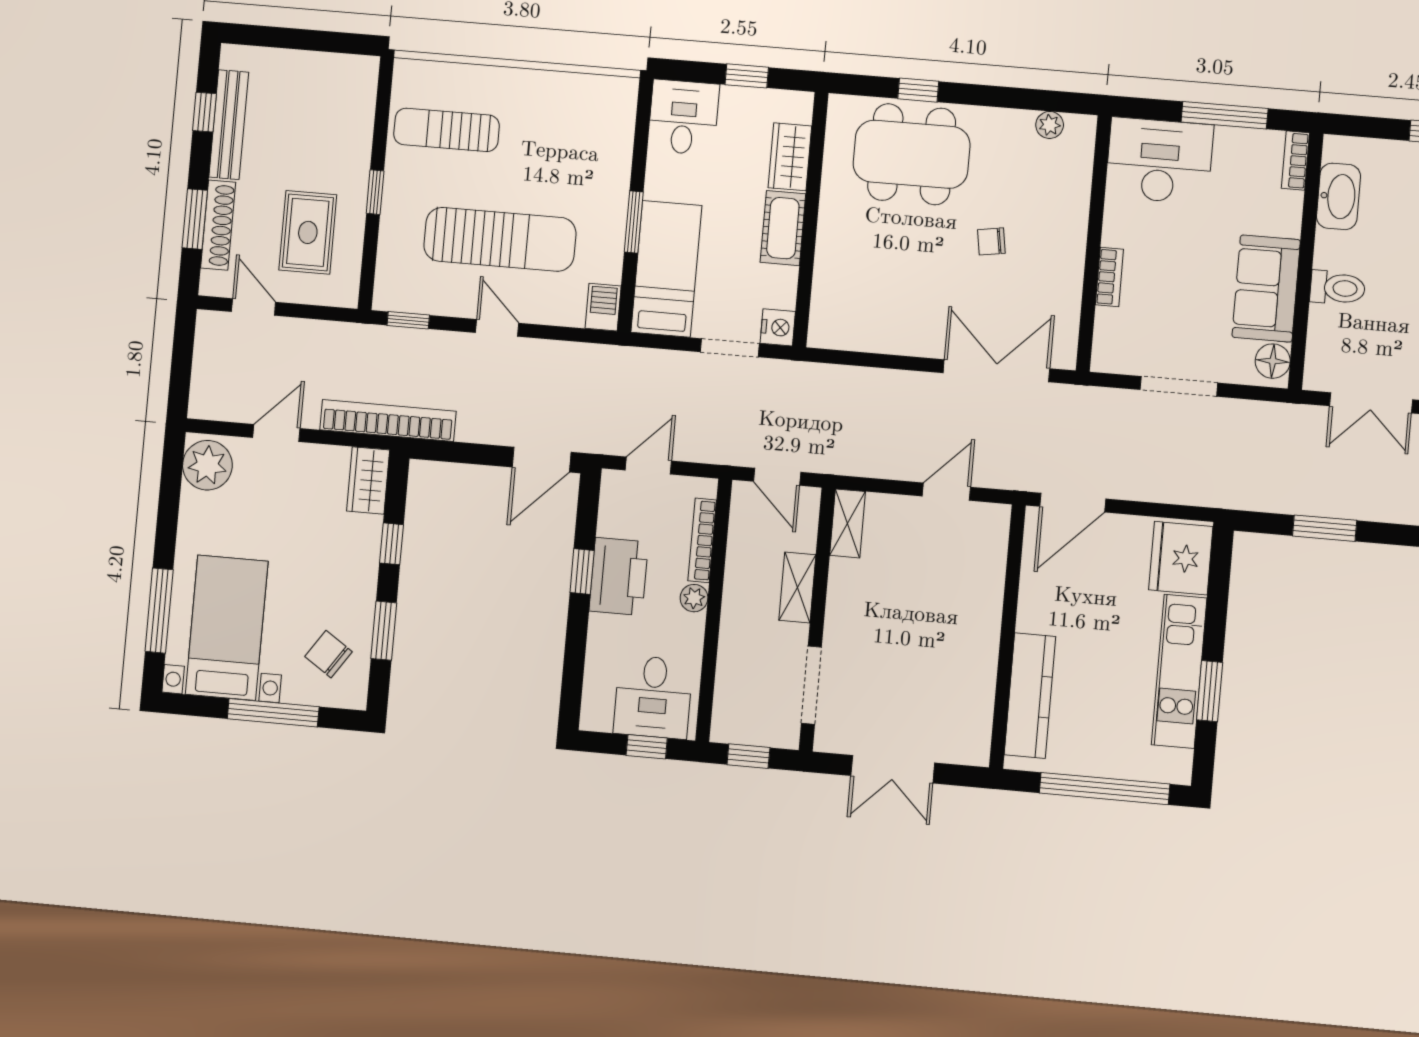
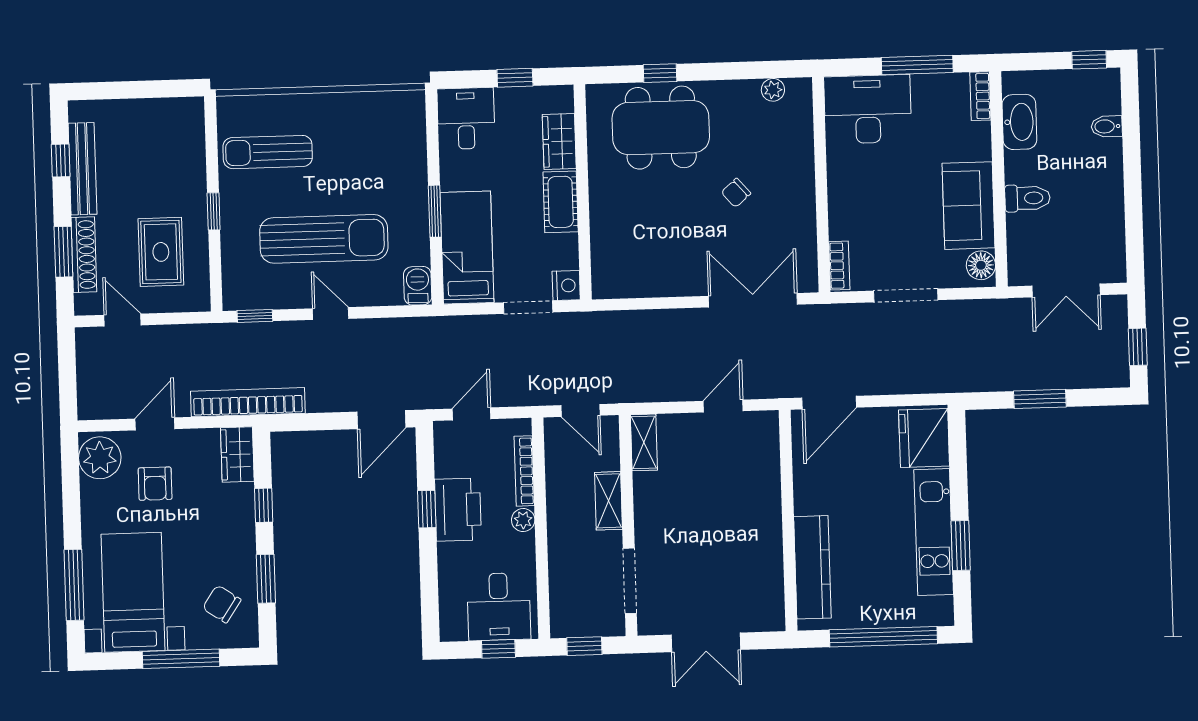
chair: (991, 241) -> (736, 193), turned -32
bookcase: (1109, 277) -> (839, 266), moved
armchair: (268, 503) -> (155, 484), added

